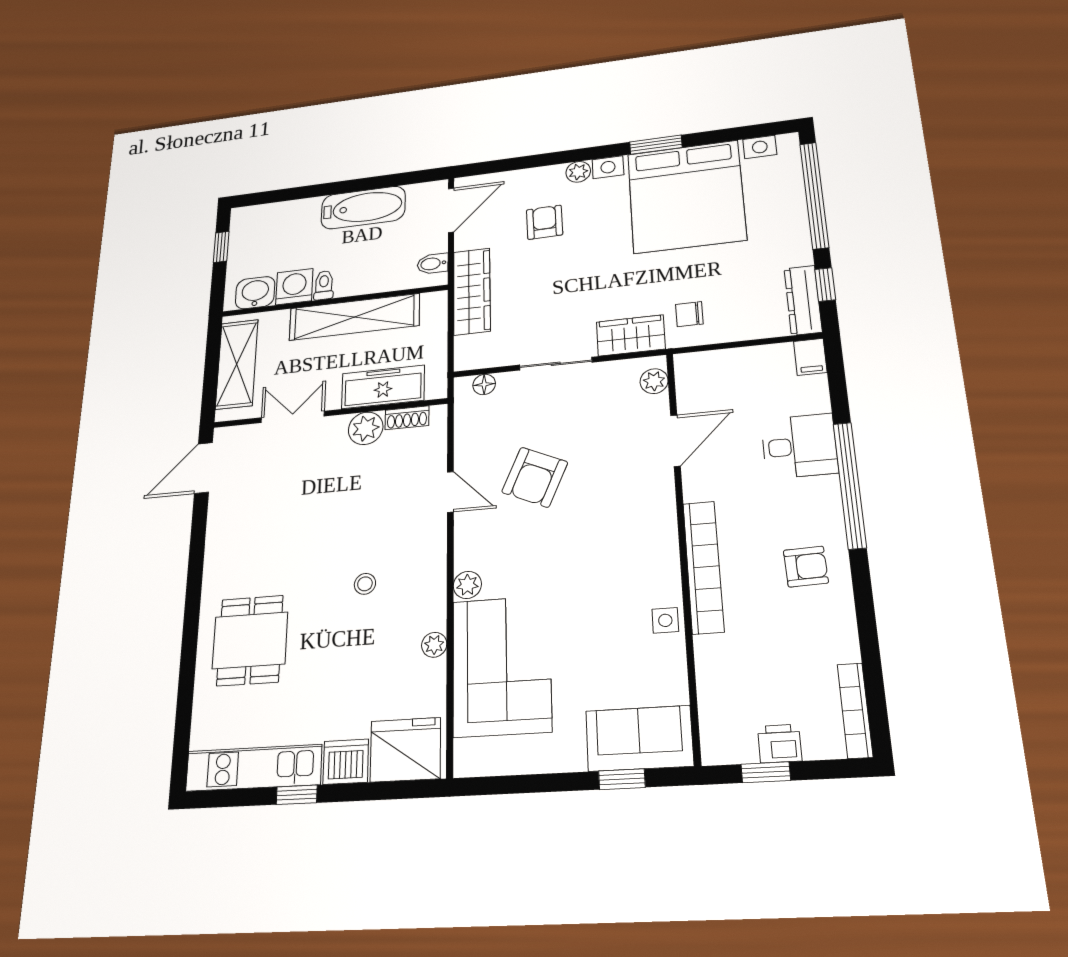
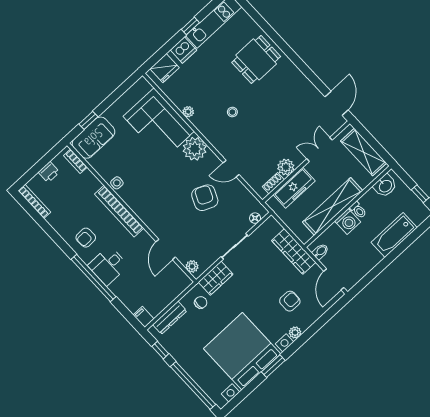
bathtub: (363, 208) -> (394, 235), moved
armchair: (545, 222) -> (290, 301), turned -89
washing machine: (294, 287) -> (348, 221), moved
dresser: (803, 300) -> (170, 318), moved, turned 90
double door: (293, 417) -> (319, 149), swing flipped
desk: (799, 446) -> (108, 266), moved
plant: (467, 585) -> (195, 149), width x1.88, depth x1.88
dining table: (250, 640) -> (256, 59), turned 90
bookcase: (711, 722) -> (75, 161), added
fridge: (405, 750) -> (164, 68), width x0.73, depth x0.75
window: (766, 772) -> (46, 160), removed

